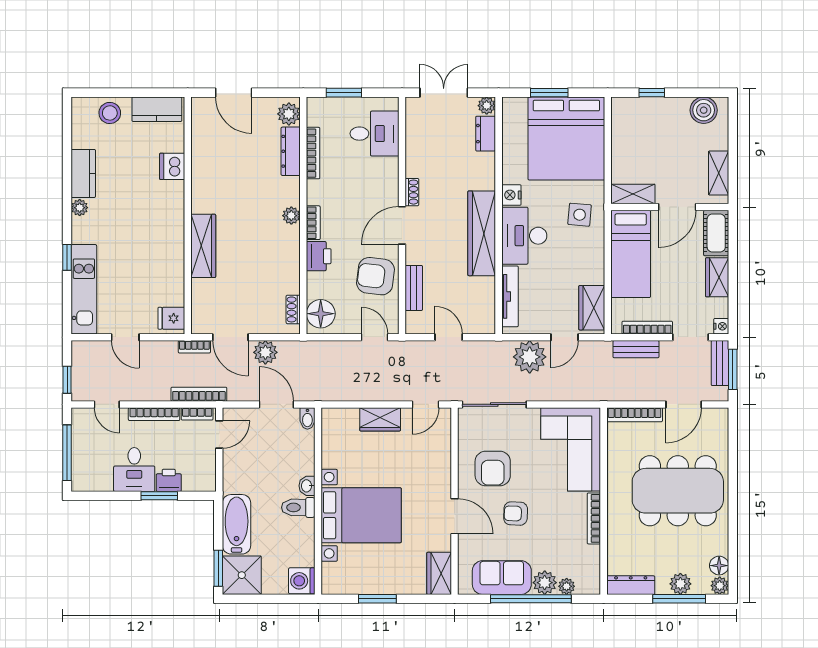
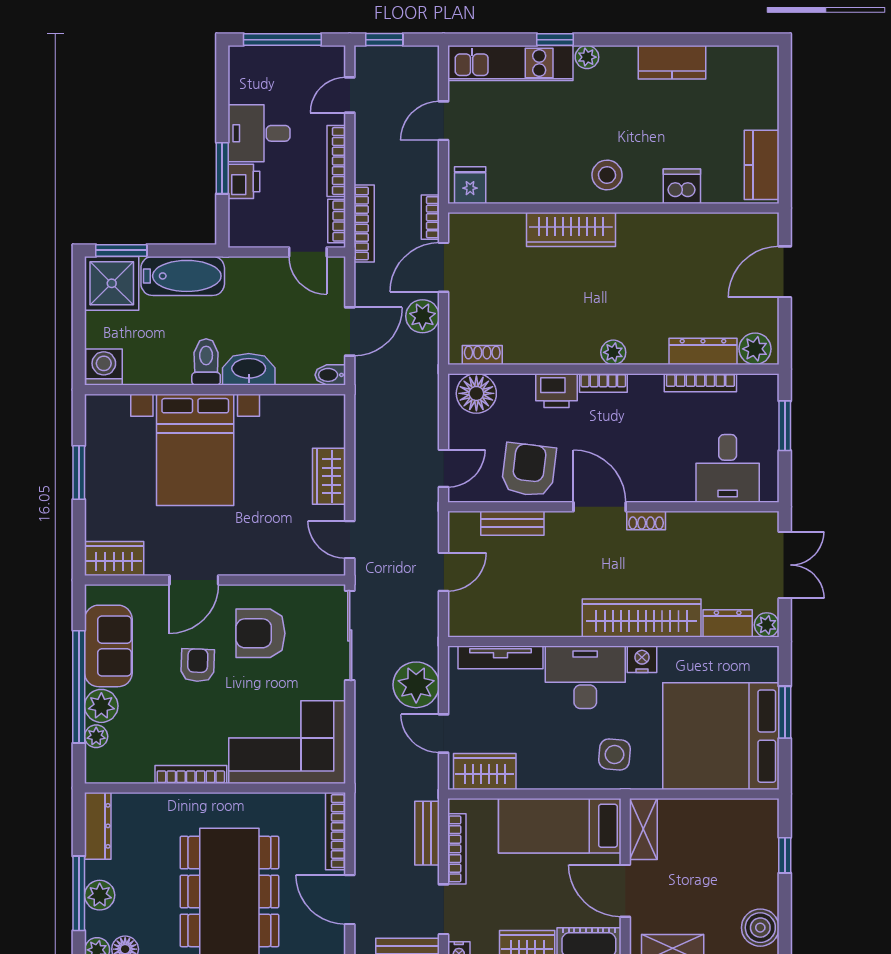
stool: (110, 113) -> (607, 175), moved
plant: (80, 208) -> (587, 57), moved
wardrobe: (482, 233) -> (642, 618), moved
washbasin: (307, 486) -> (249, 369), width x1.91, depth x1.45

